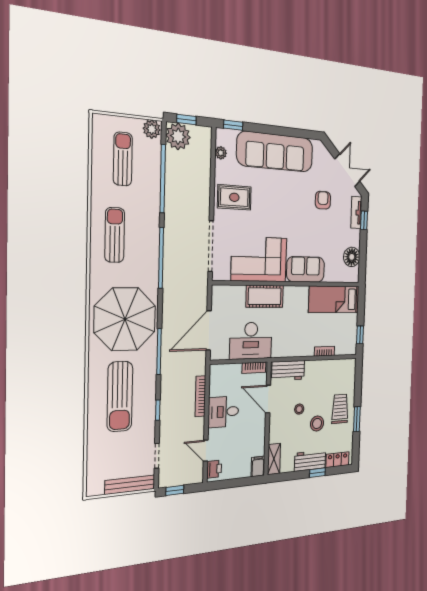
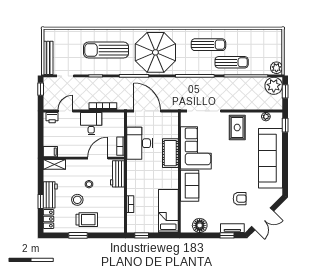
sun lounger: (123, 159) -> (232, 62), moved

